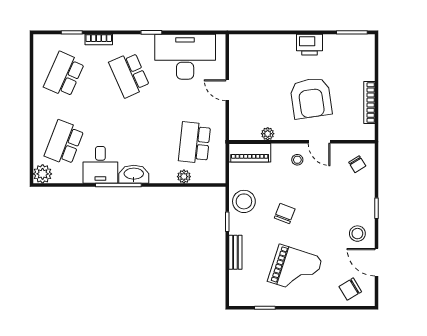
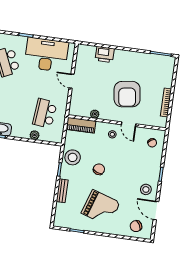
printer: (309, 45) -> (105, 54), moved

